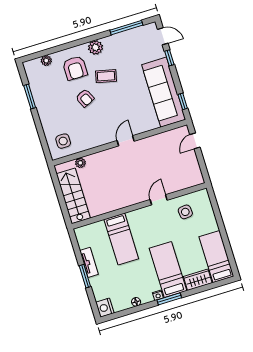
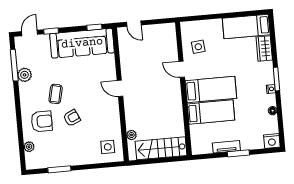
plant: (96, 47) -> (25, 75), moved
bed: (168, 270) -> (211, 89), moved, turned 180

